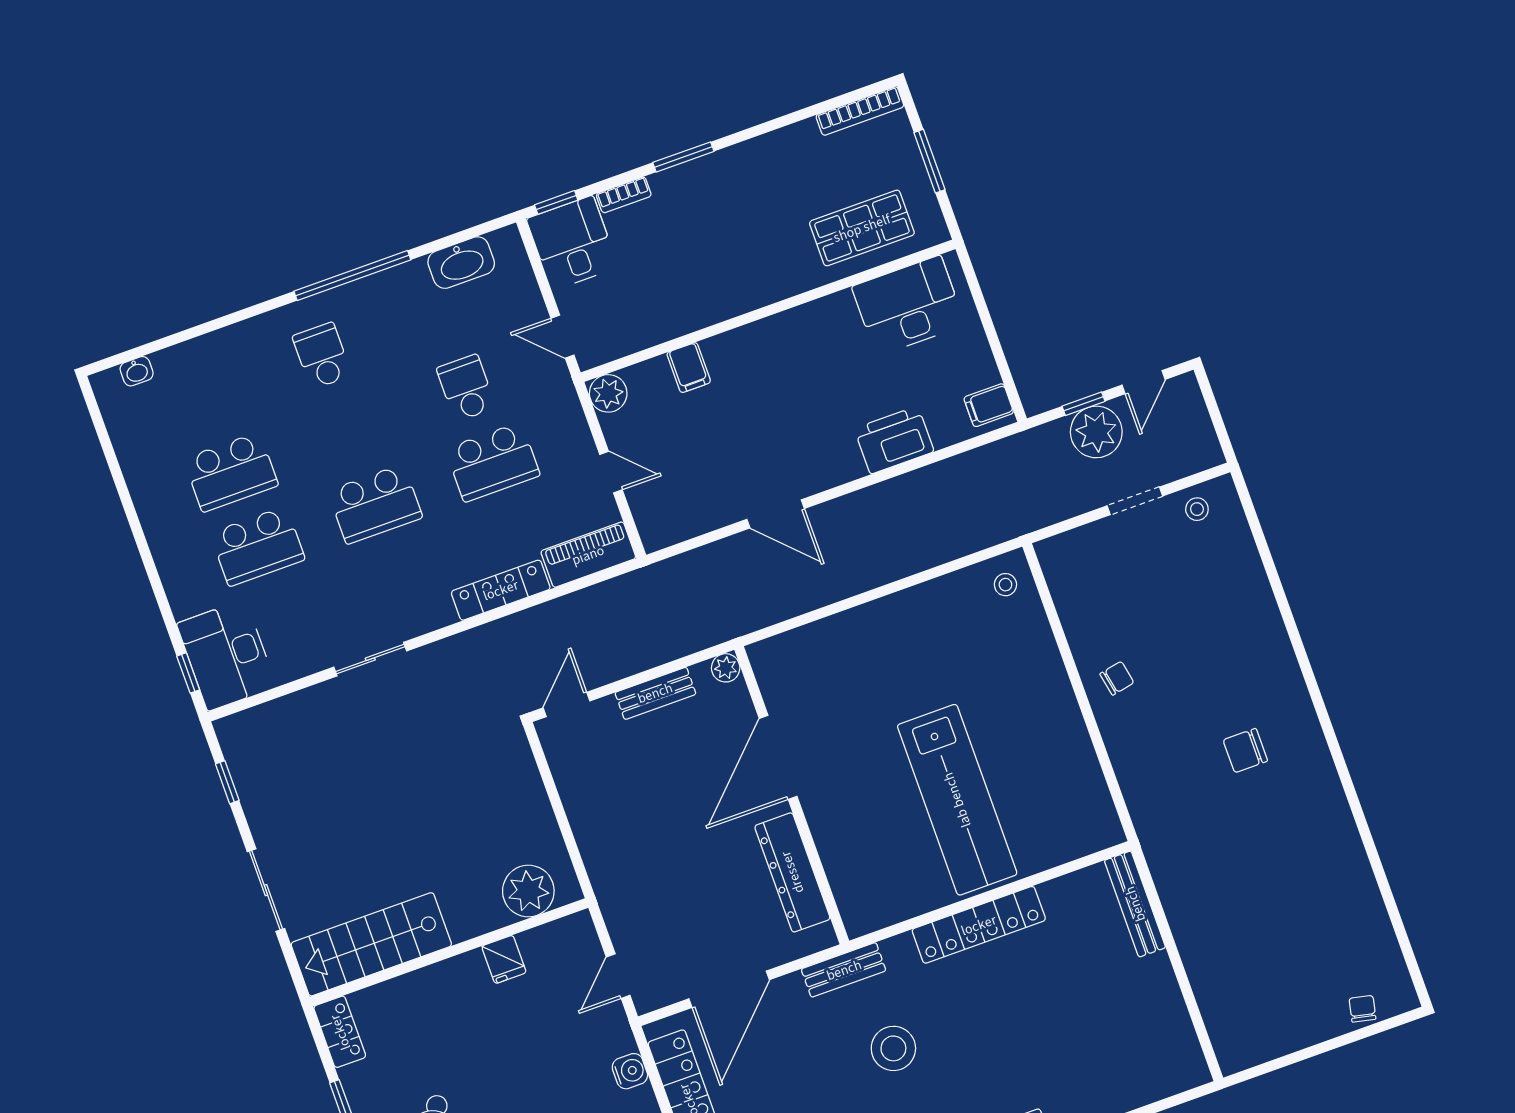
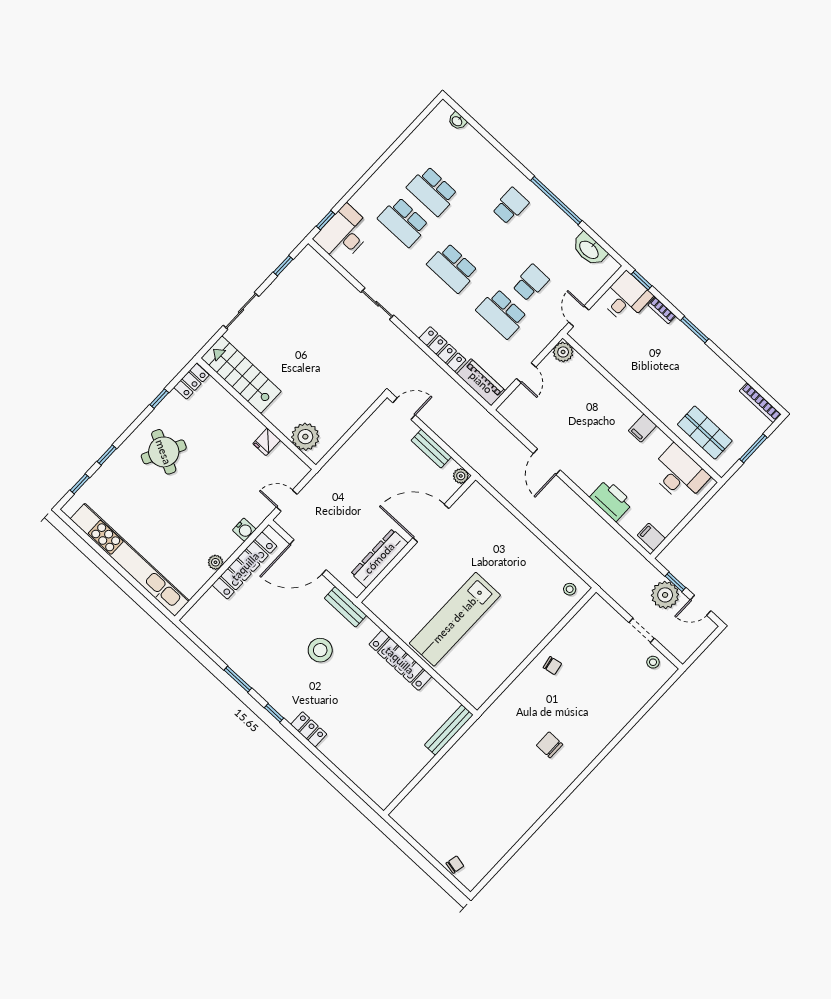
filing cabinet: (689, 368) -> (642, 428), moved

